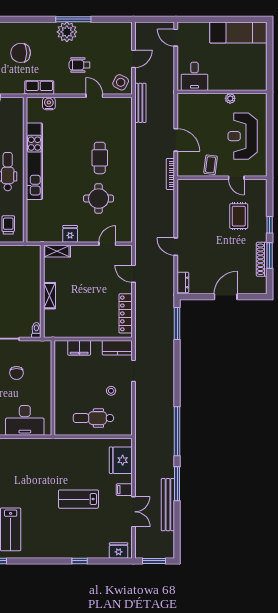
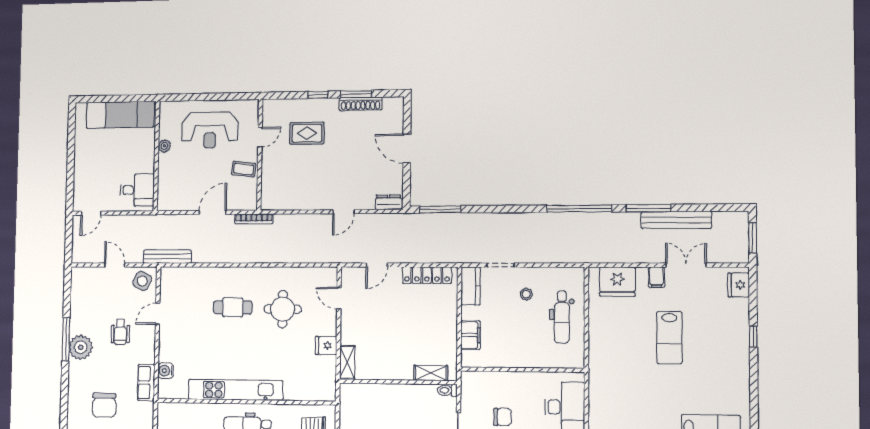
exam couch: (238, 32) -> (120, 115), moved, turned 90
shelving: (50, 296) -> (431, 373), moved

